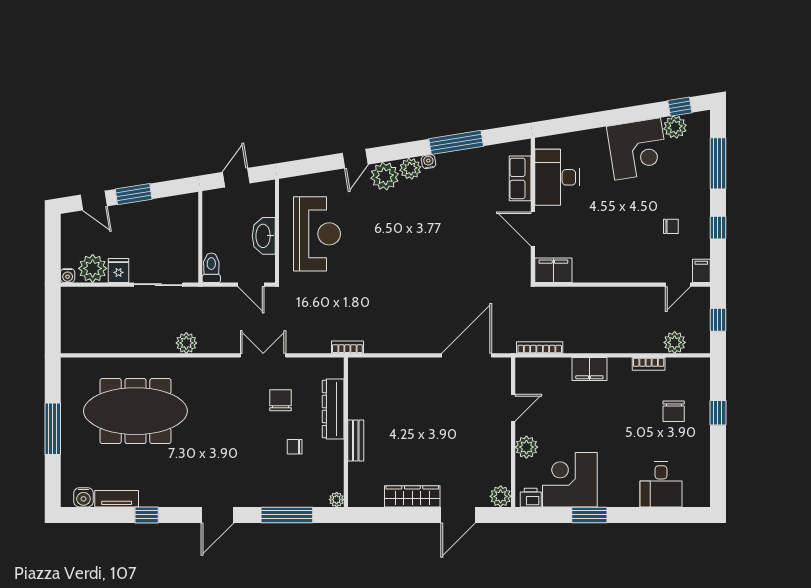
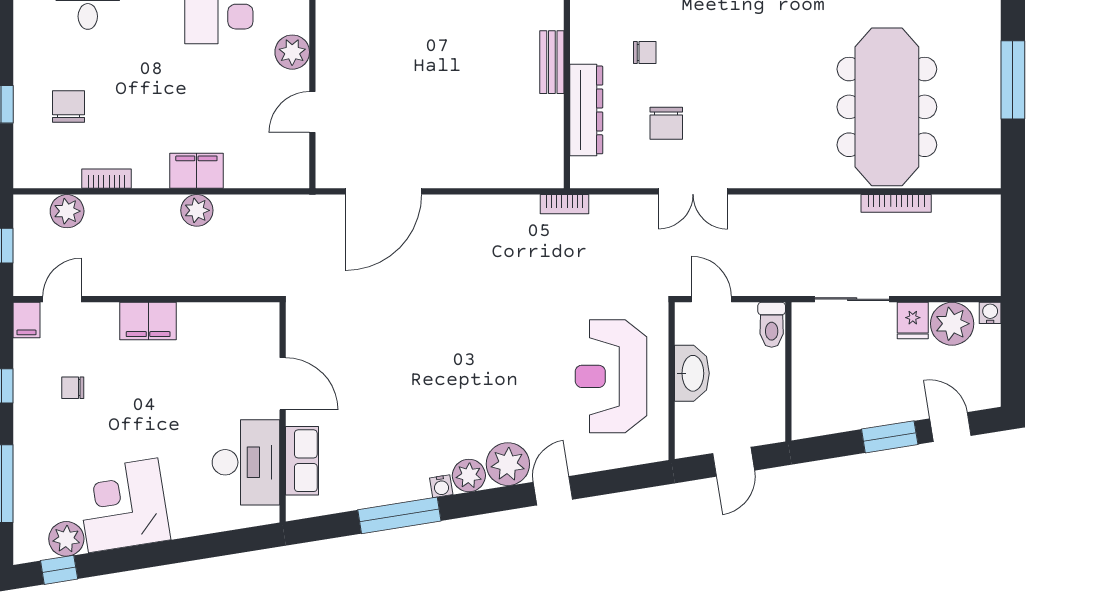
filing cabinet: (553, 270) -> (148, 321), moved
plant: (186, 343) -> (197, 210), moved
bookcase: (540, 348) -> (896, 203), moved
meeting table: (135, 411) -> (887, 107), turned 90

